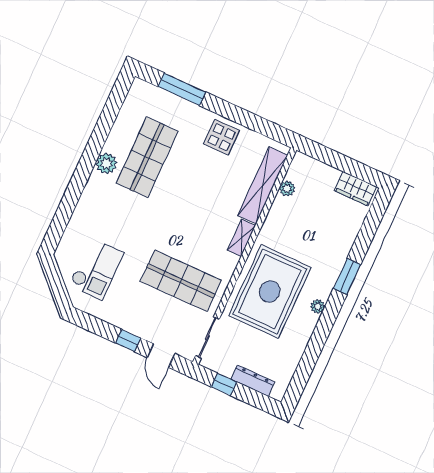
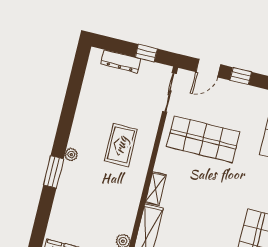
rug: (270, 291) -> (121, 145), width x0.54, depth x0.49
plant: (318, 306) -> (71, 155), moved
door: (161, 356) -> (208, 68), swing flipped

